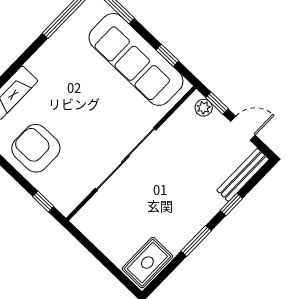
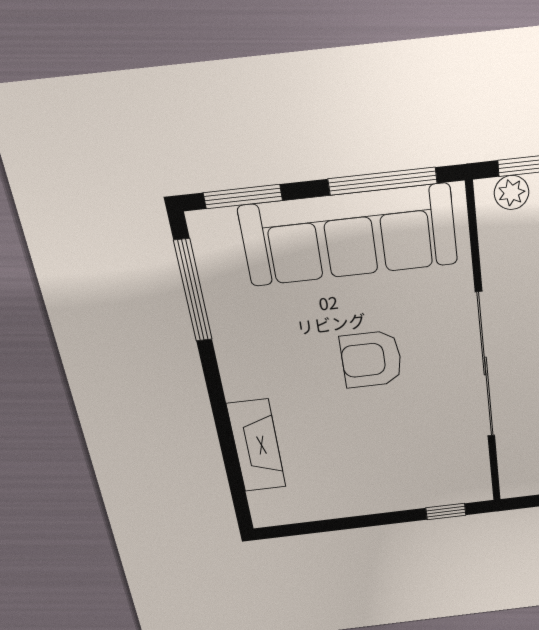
window: (167, 55) -> (383, 181), width x2.17
armchair: (36, 148) -> (371, 359), moved, width x0.73, depth x0.73

